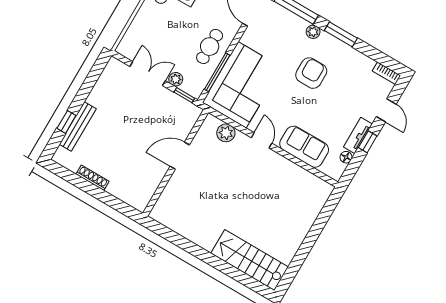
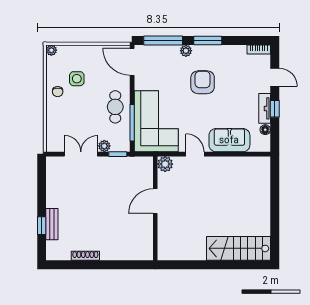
bench: (78, 127) -> (52, 224), width x0.73
door: (180, 156) -> (155, 201), moved
wall: (176, 163) -> (155, 208), moved

